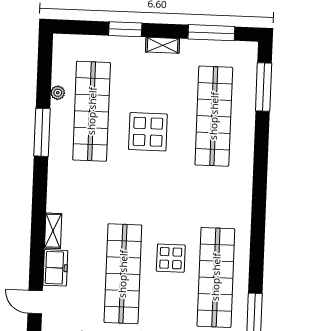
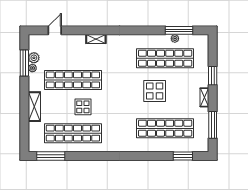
window: (264, 87) -> (183, 156), width x0.69
window: (42, 132) -> (179, 30), moved
freezer: (55, 268) -> (75, 41), removed

